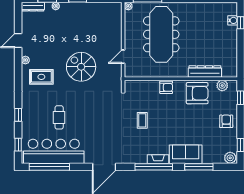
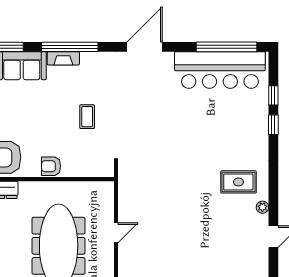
door: (123, 57) -> (116, 233), moved
spiral stairs: (81, 67) -> (179, 197), removed
cafe table: (59, 117) -> (212, 121), removed
window: (18, 145) -> (273, 95), moved

